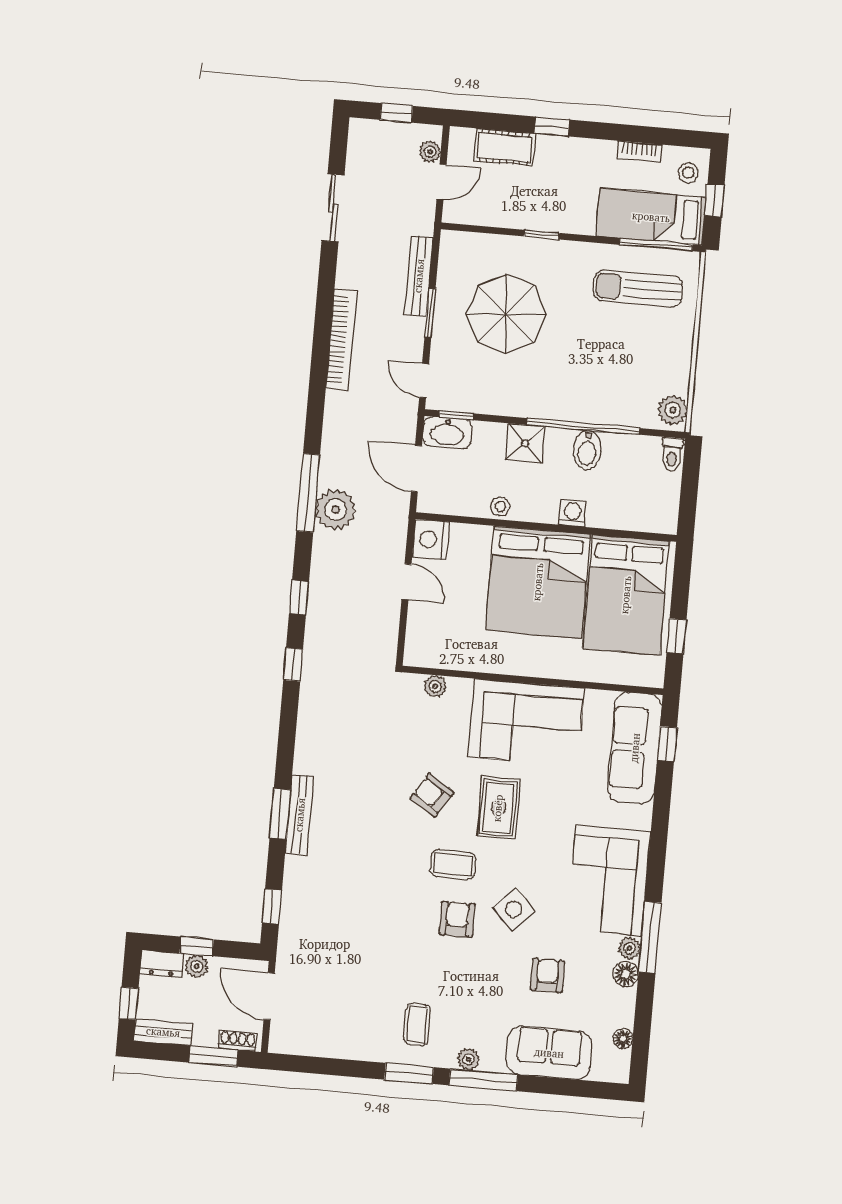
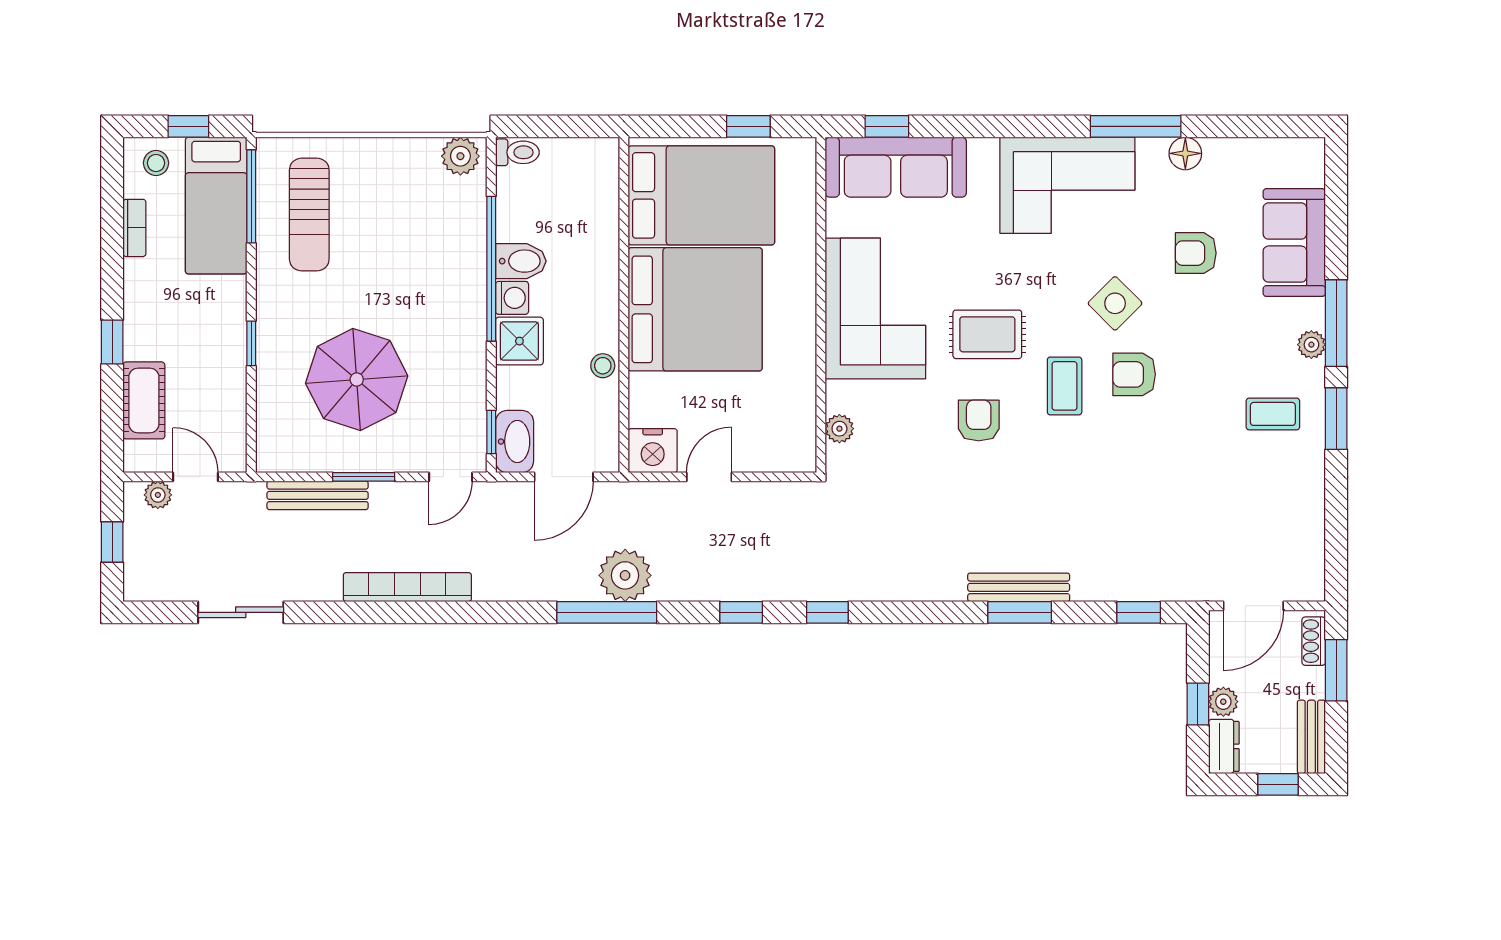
washing machine: (572, 513) -> (512, 298), moved, turned 180
armchair: (432, 795) -> (979, 420), turned 147
plant: (630, 948) -> (1152, 151), removed
floor lamp: (623, 1038) -> (1268, 150), removed

